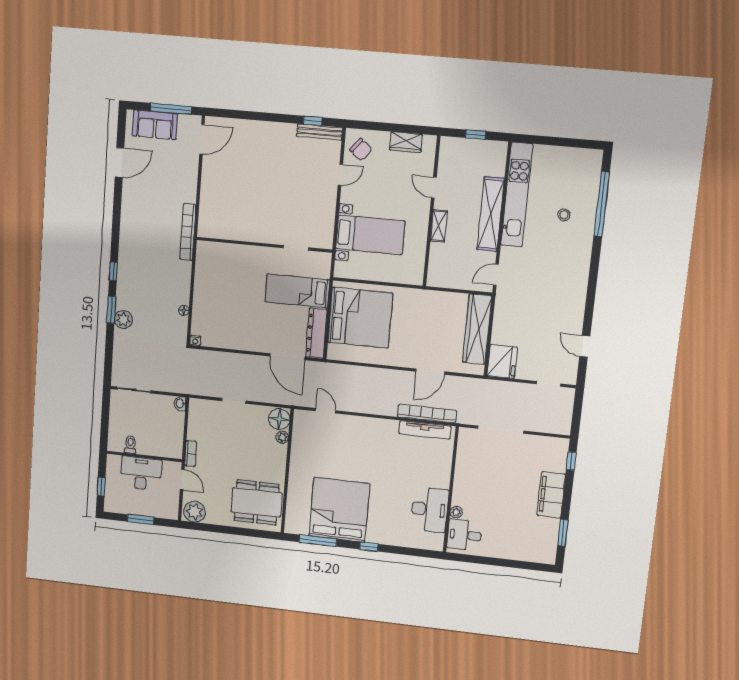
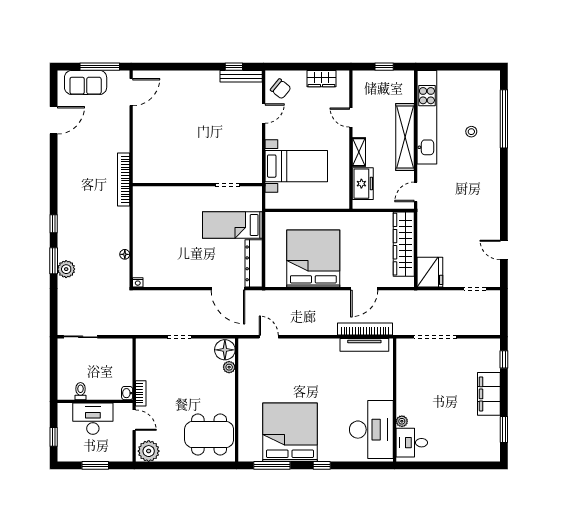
freezer: (440, 260) -> (363, 184), added
bed: (360, 318) -> (313, 258), moved, turned -90
washbasin: (180, 404) -> (127, 393), moved
desk: (429, 510) -> (371, 430), width x1.36, depth x1.30

